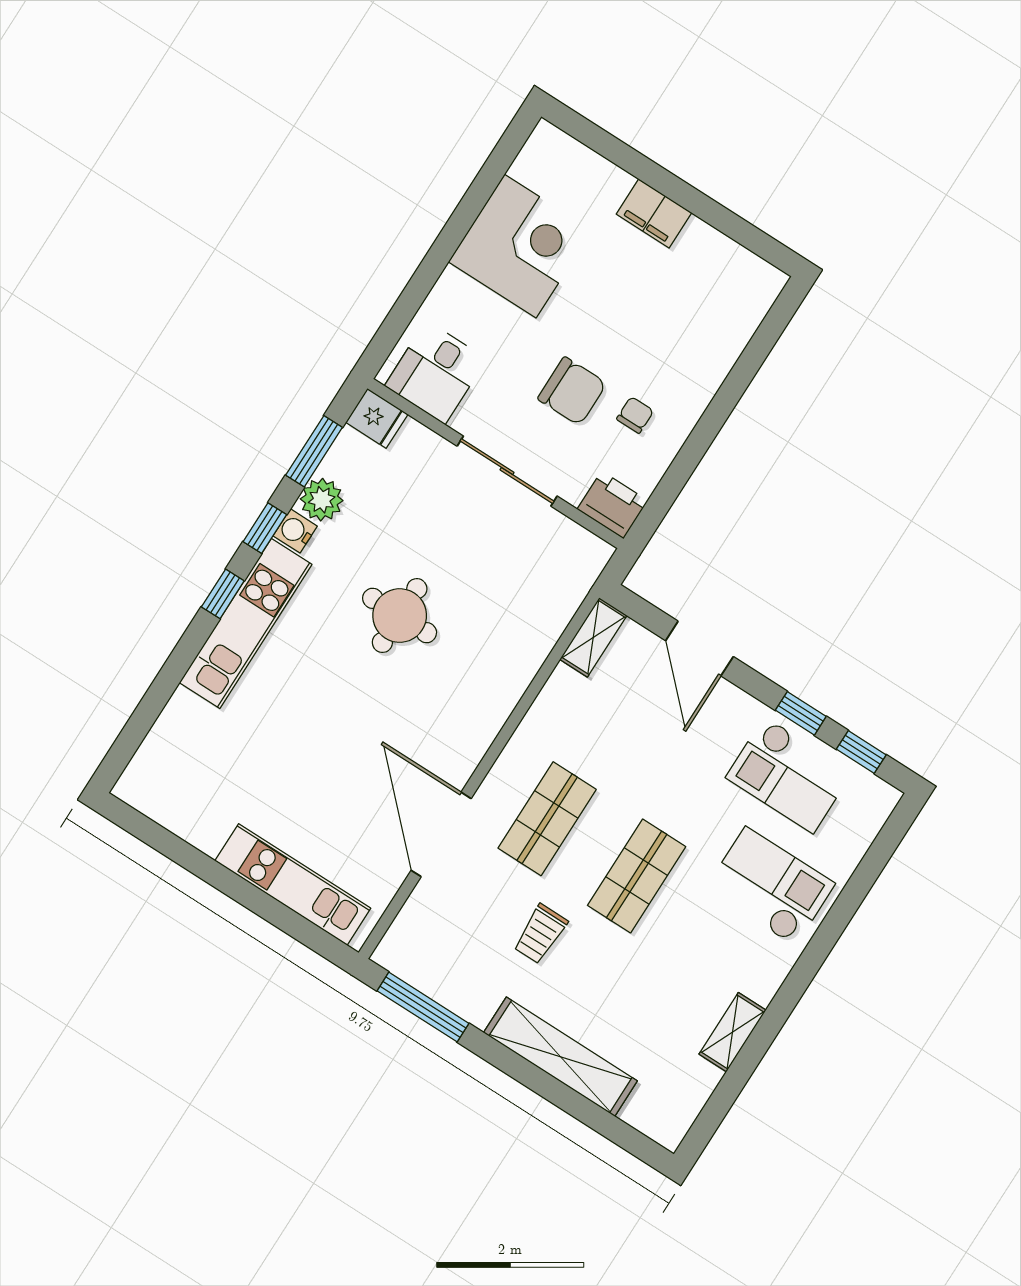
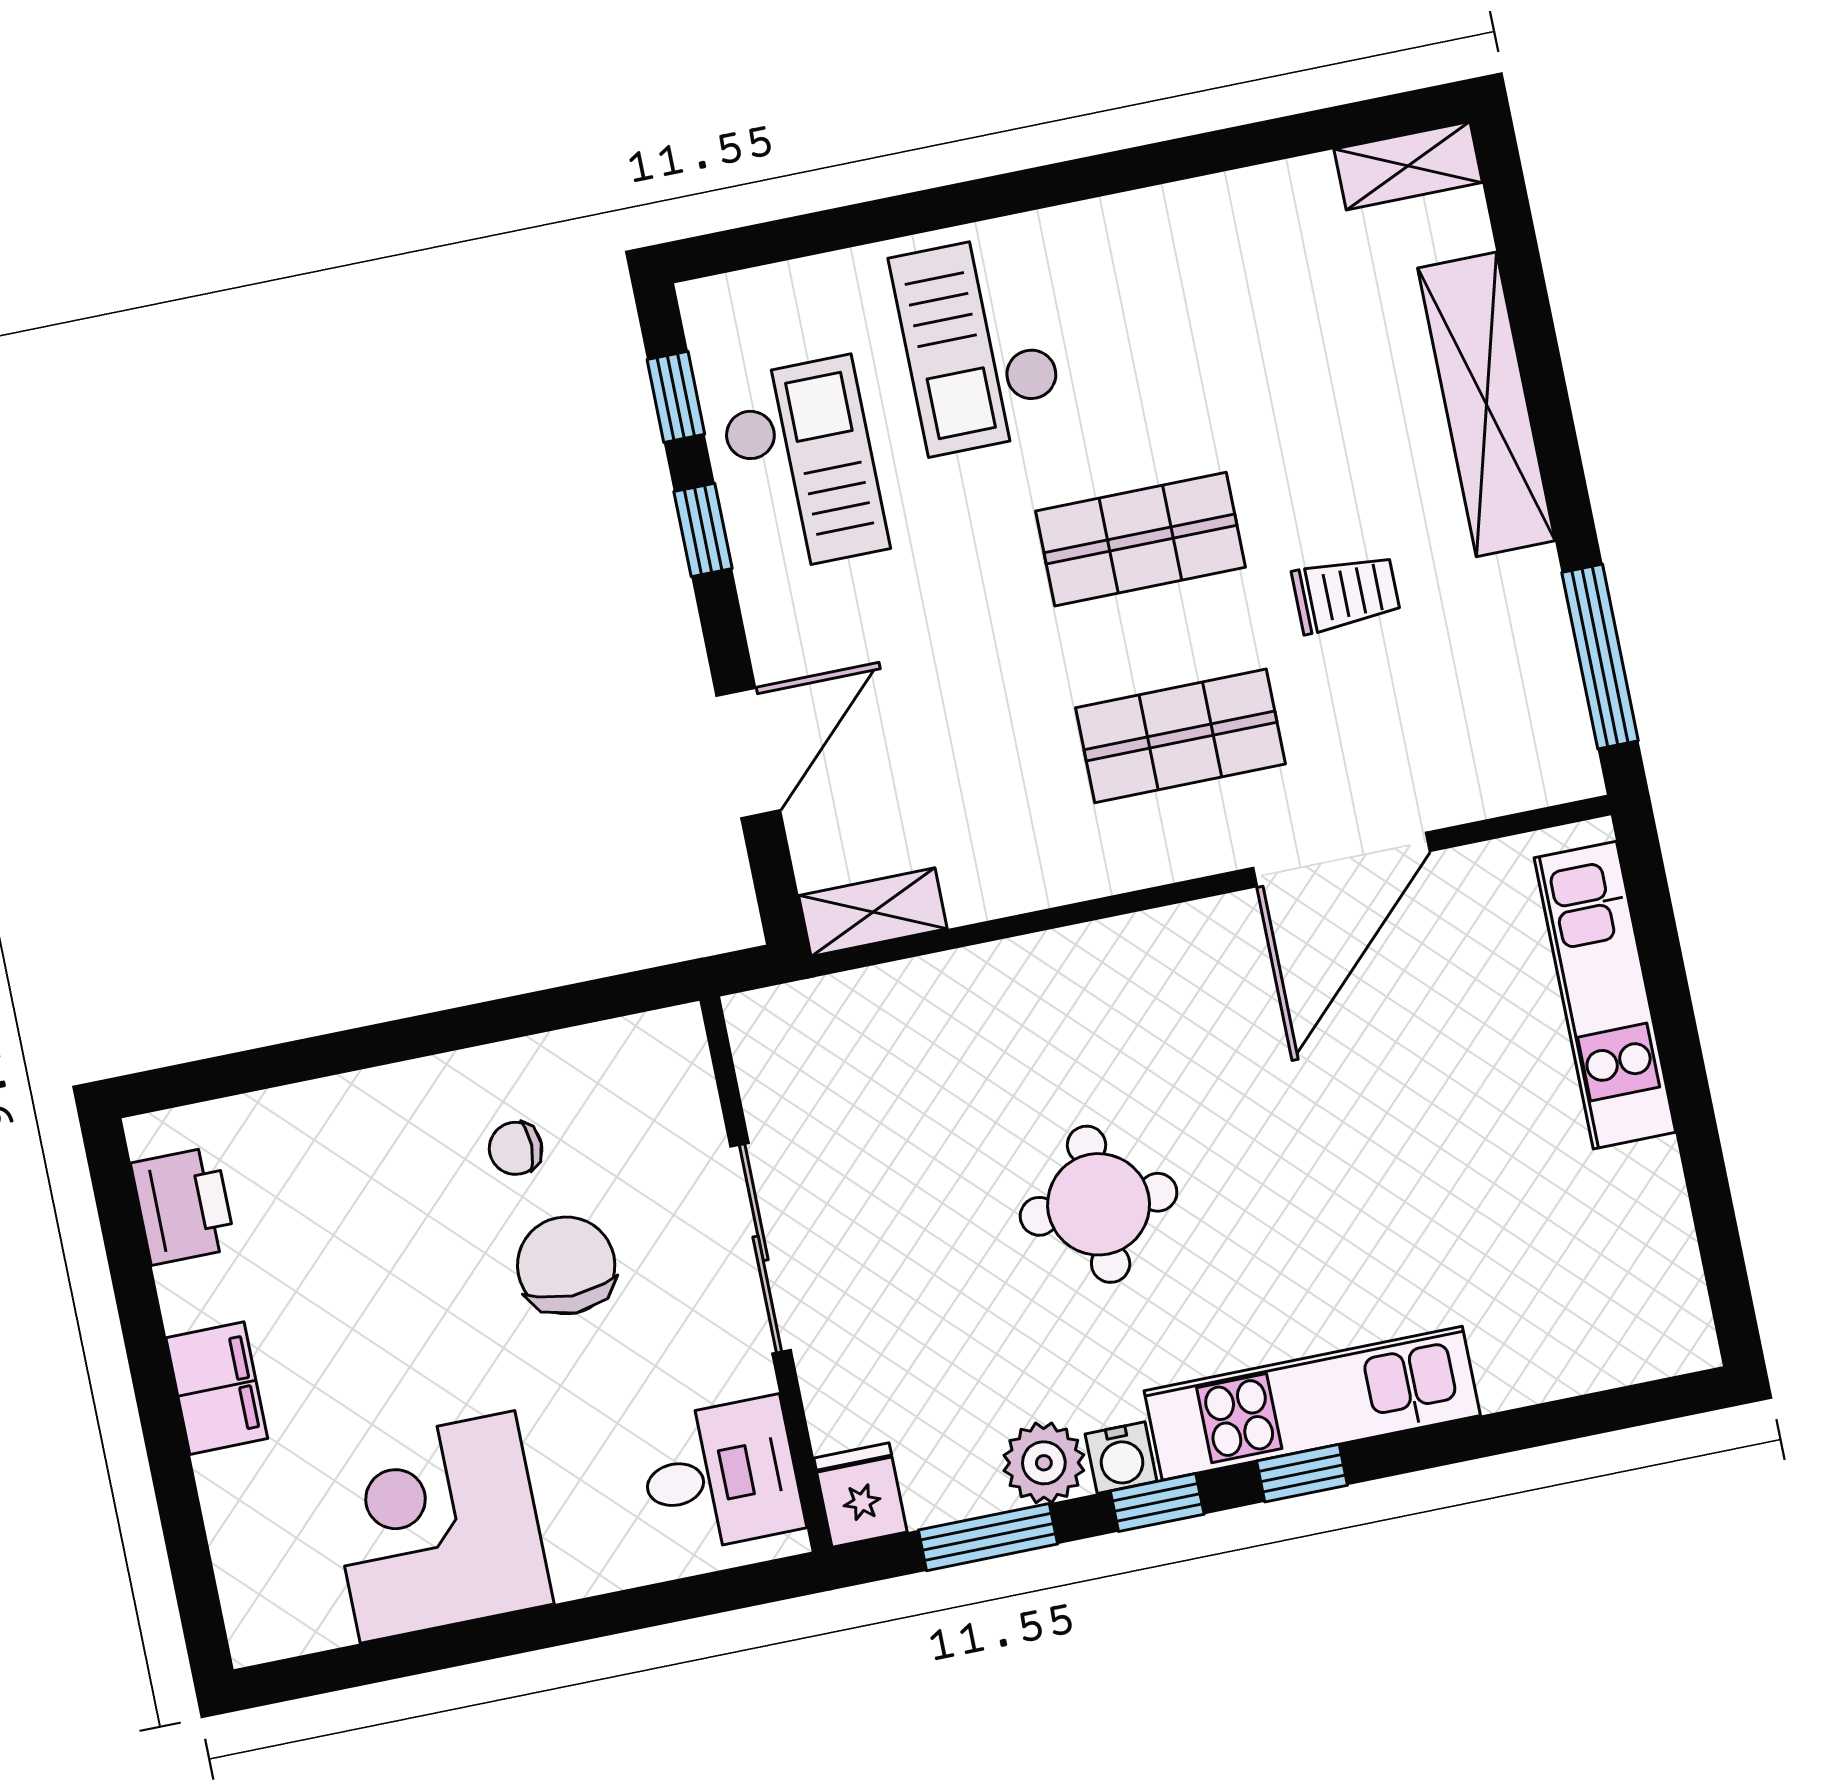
printer: (613, 505) -> (183, 1206), moved, turned 180
shelving: (733, 1032) -> (1408, 166), moved

